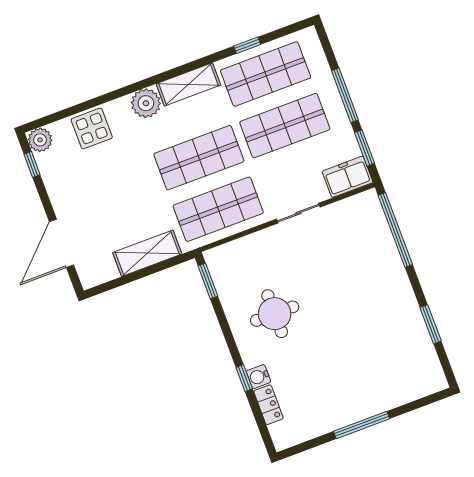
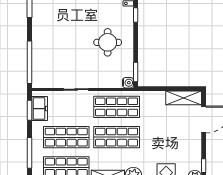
window: (345, 95) -> (29, 153), moved
freezer: (347, 177) -> (40, 109), moved, turned -90
shelving: (147, 253) -> (184, 98), moved
water cooler: (259, 377) -> (128, 83), moved

